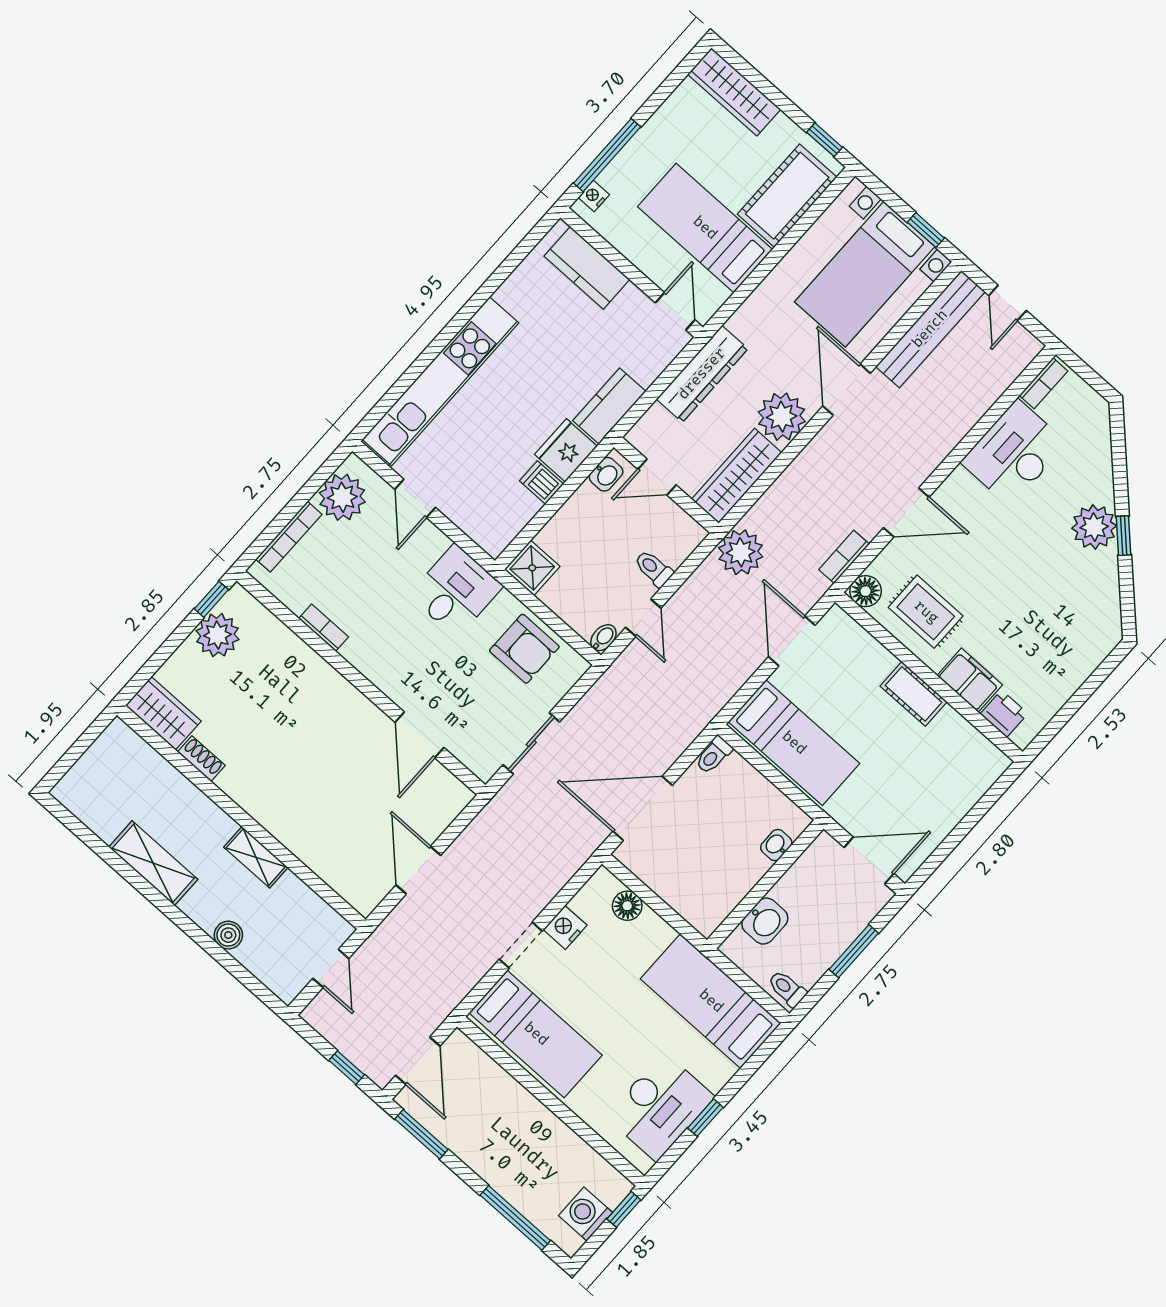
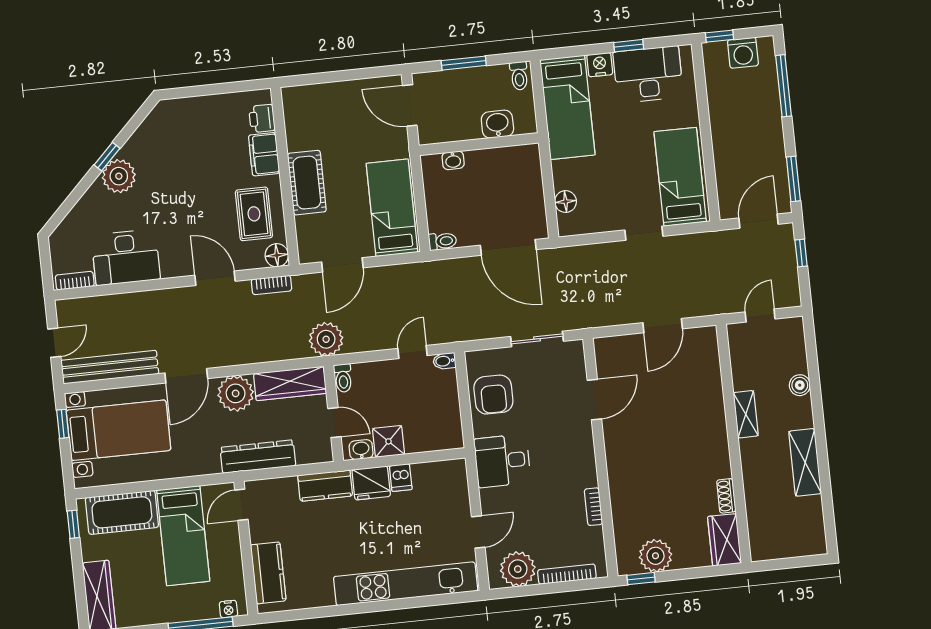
shower: (532, 568) -> (389, 441), moved
toilet: (654, 569) -> (343, 378), moved
armchair: (524, 649) -> (493, 395), turned 180
cot: (914, 694) -> (307, 183), width x1.37, depth x1.34
nightstand: (565, 927) -> (600, 65), moved, turned 180

